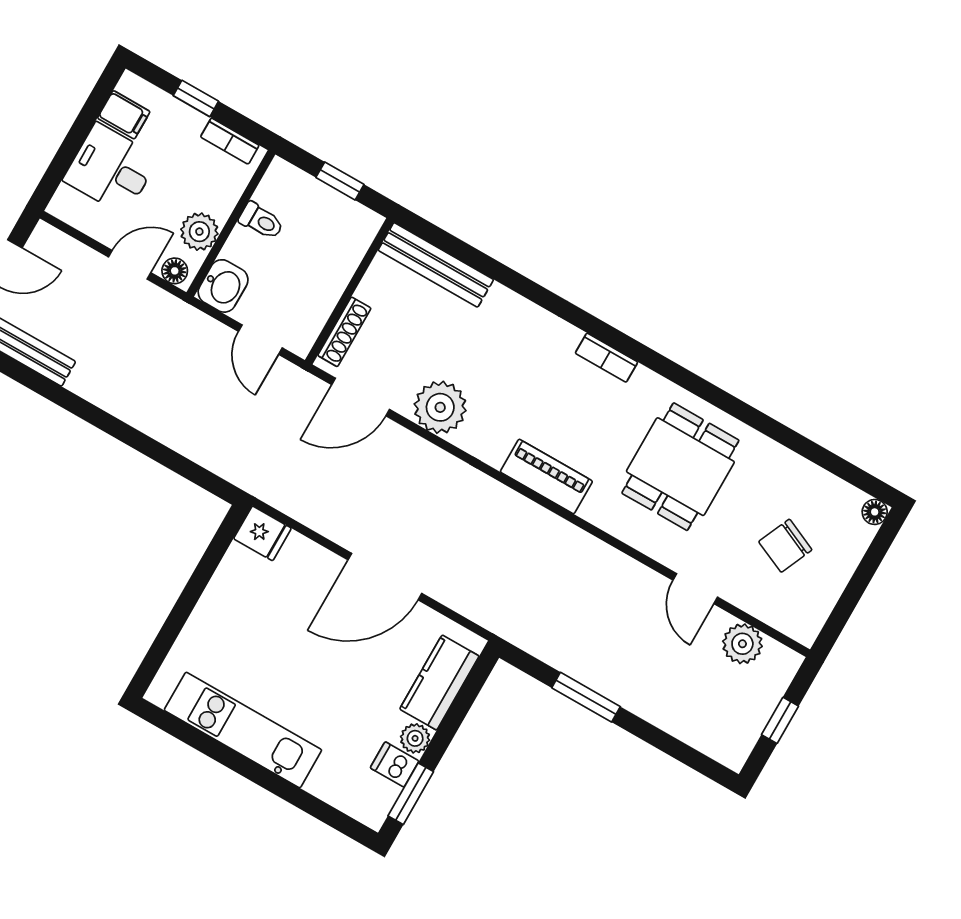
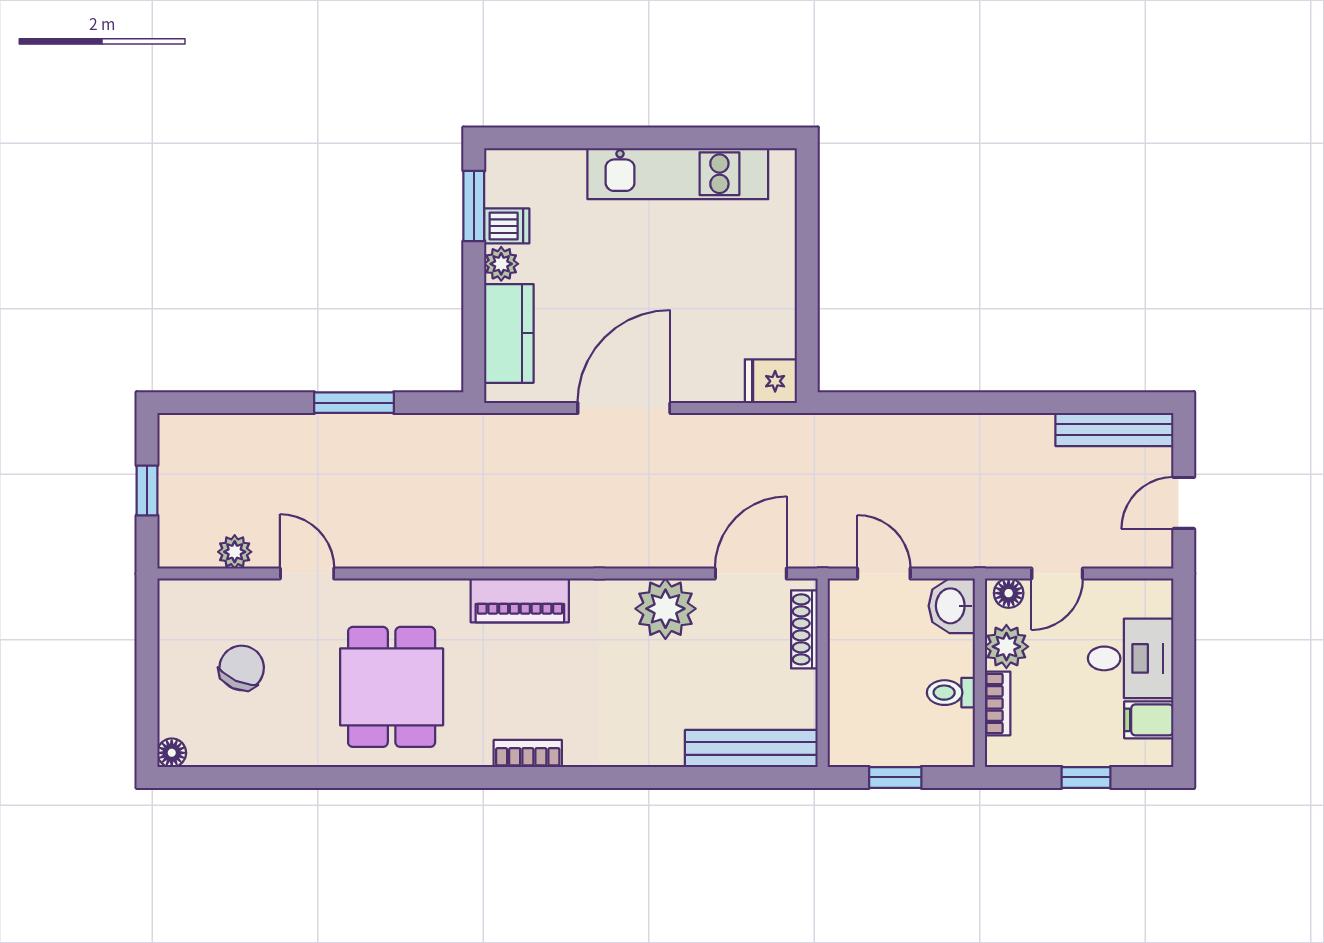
bookcase: (230, 141) -> (998, 703), moved, turned 90
plant: (742, 644) -> (235, 552), width x0.73, depth x0.73

